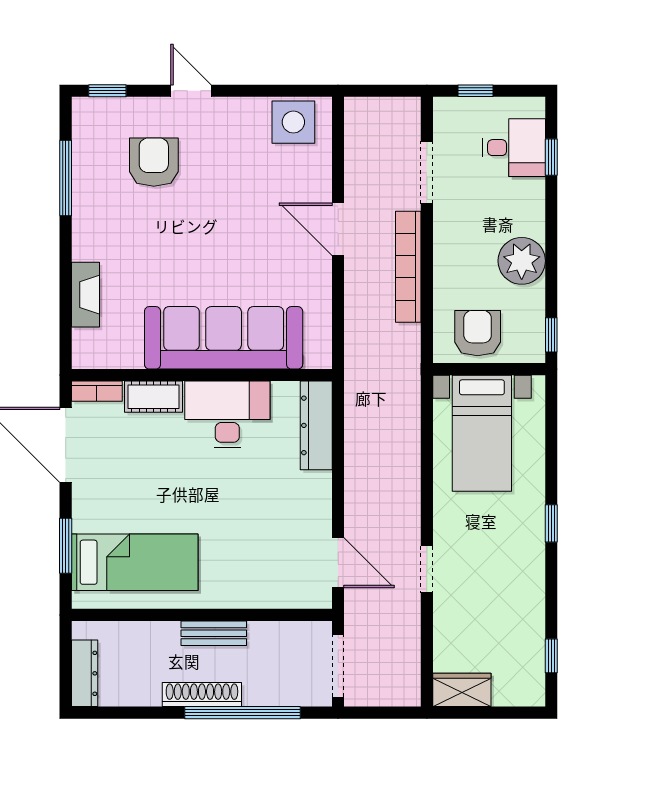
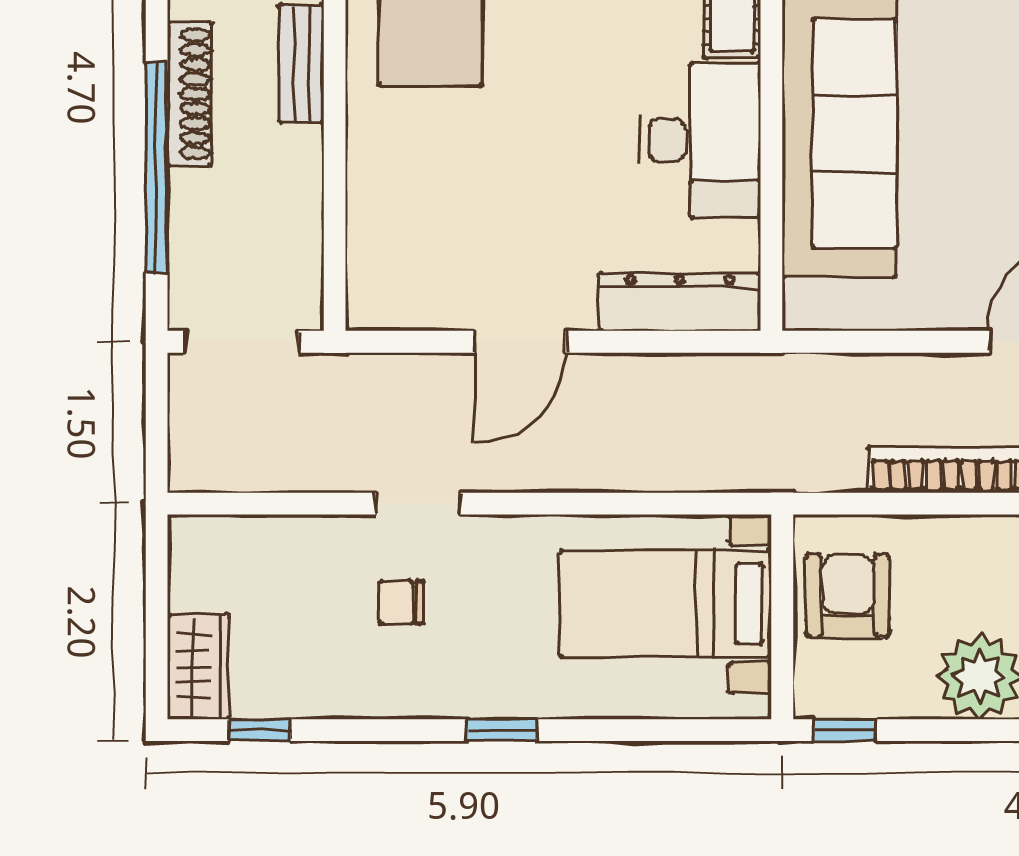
armchair: (478, 333) -> (848, 596), turned -90
door: (338, 563) -> (520, 342), moved
chair: (481, 578) -> (401, 602), added
bench: (214, 633) -> (301, 64), moved
wardrobe: (462, 690) -> (198, 666), moved

